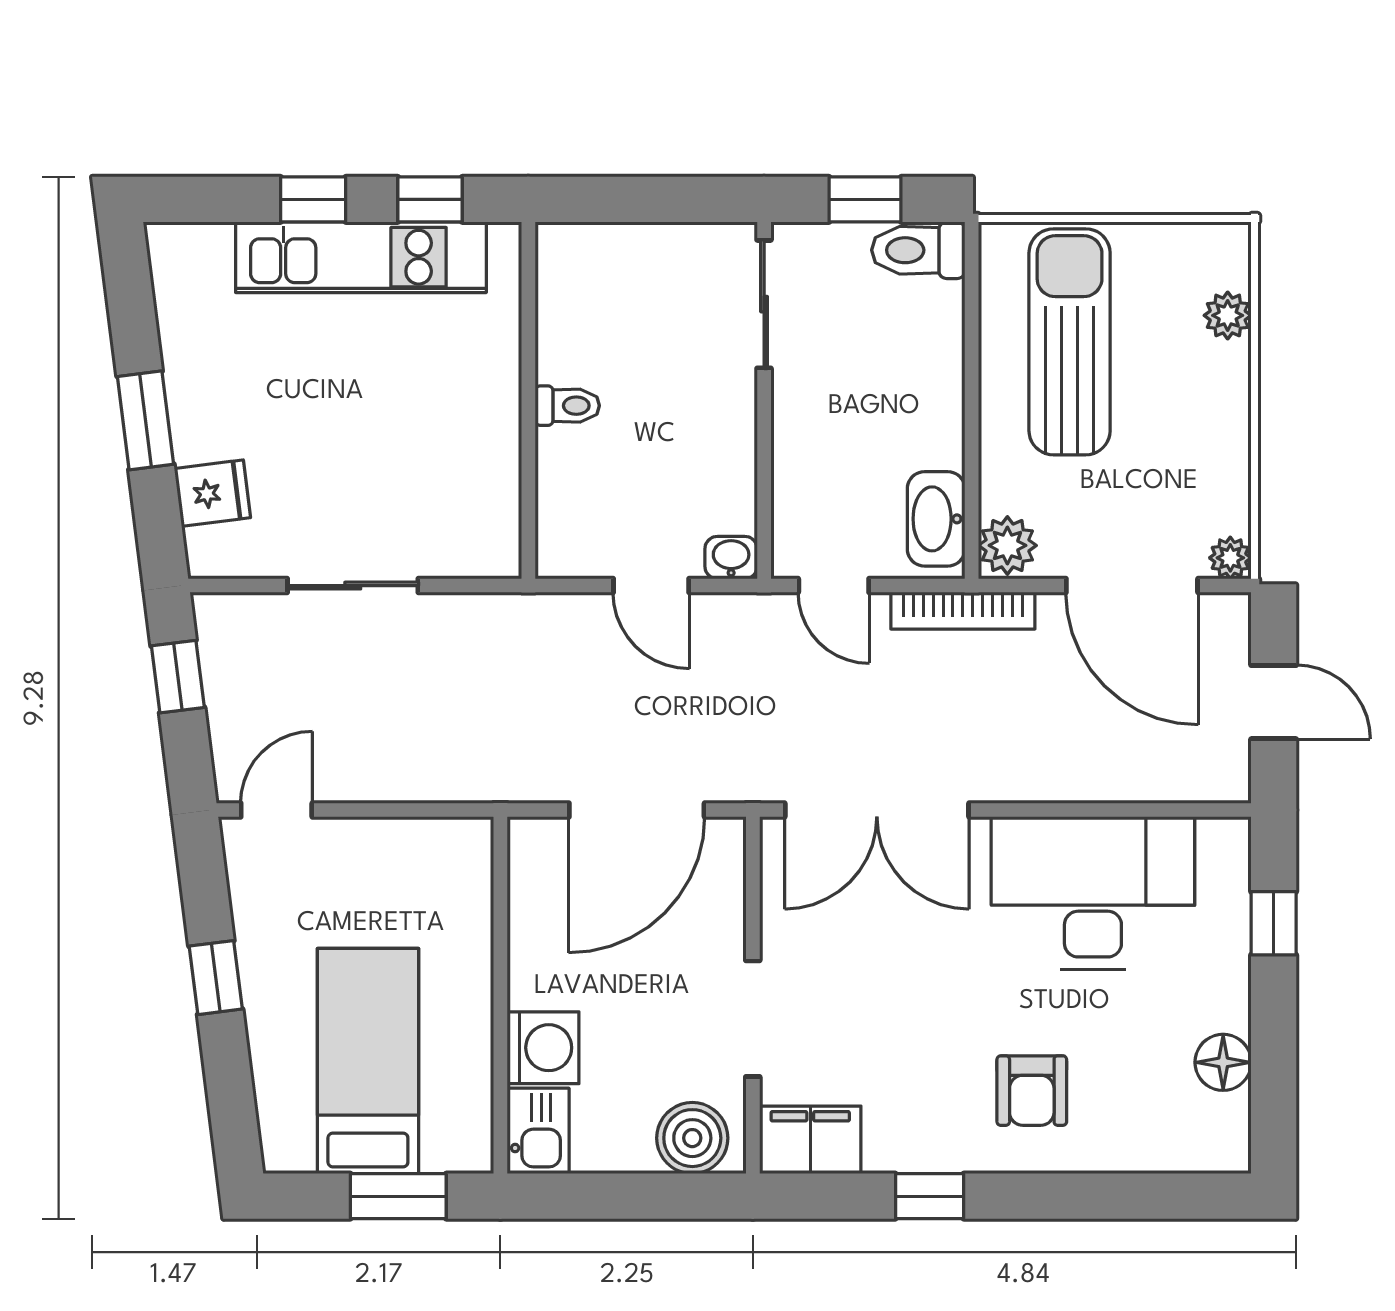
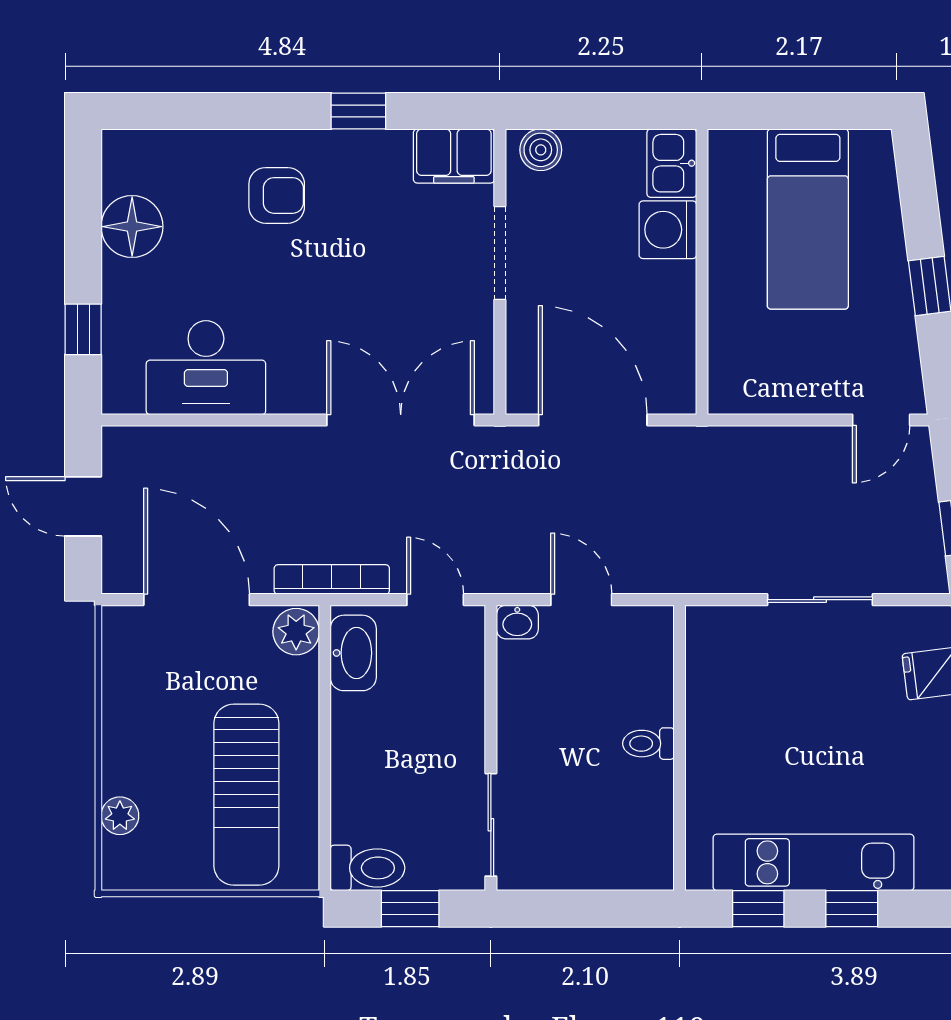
plant: (1230, 558) -> (118, 622), removed
door: (637, 810) -> (593, 420), hinge flipped
desk: (1093, 893) -> (206, 368), width x0.73, depth x0.77
floor lamp: (1223, 1062) -> (132, 227), width x1.38, depth x1.38
armchair: (1032, 1091) -> (277, 195), turned 90
boiler: (692, 1138) -> (541, 150), width x0.73, depth x0.73
window: (398, 1196) -> (784, 111), removed

